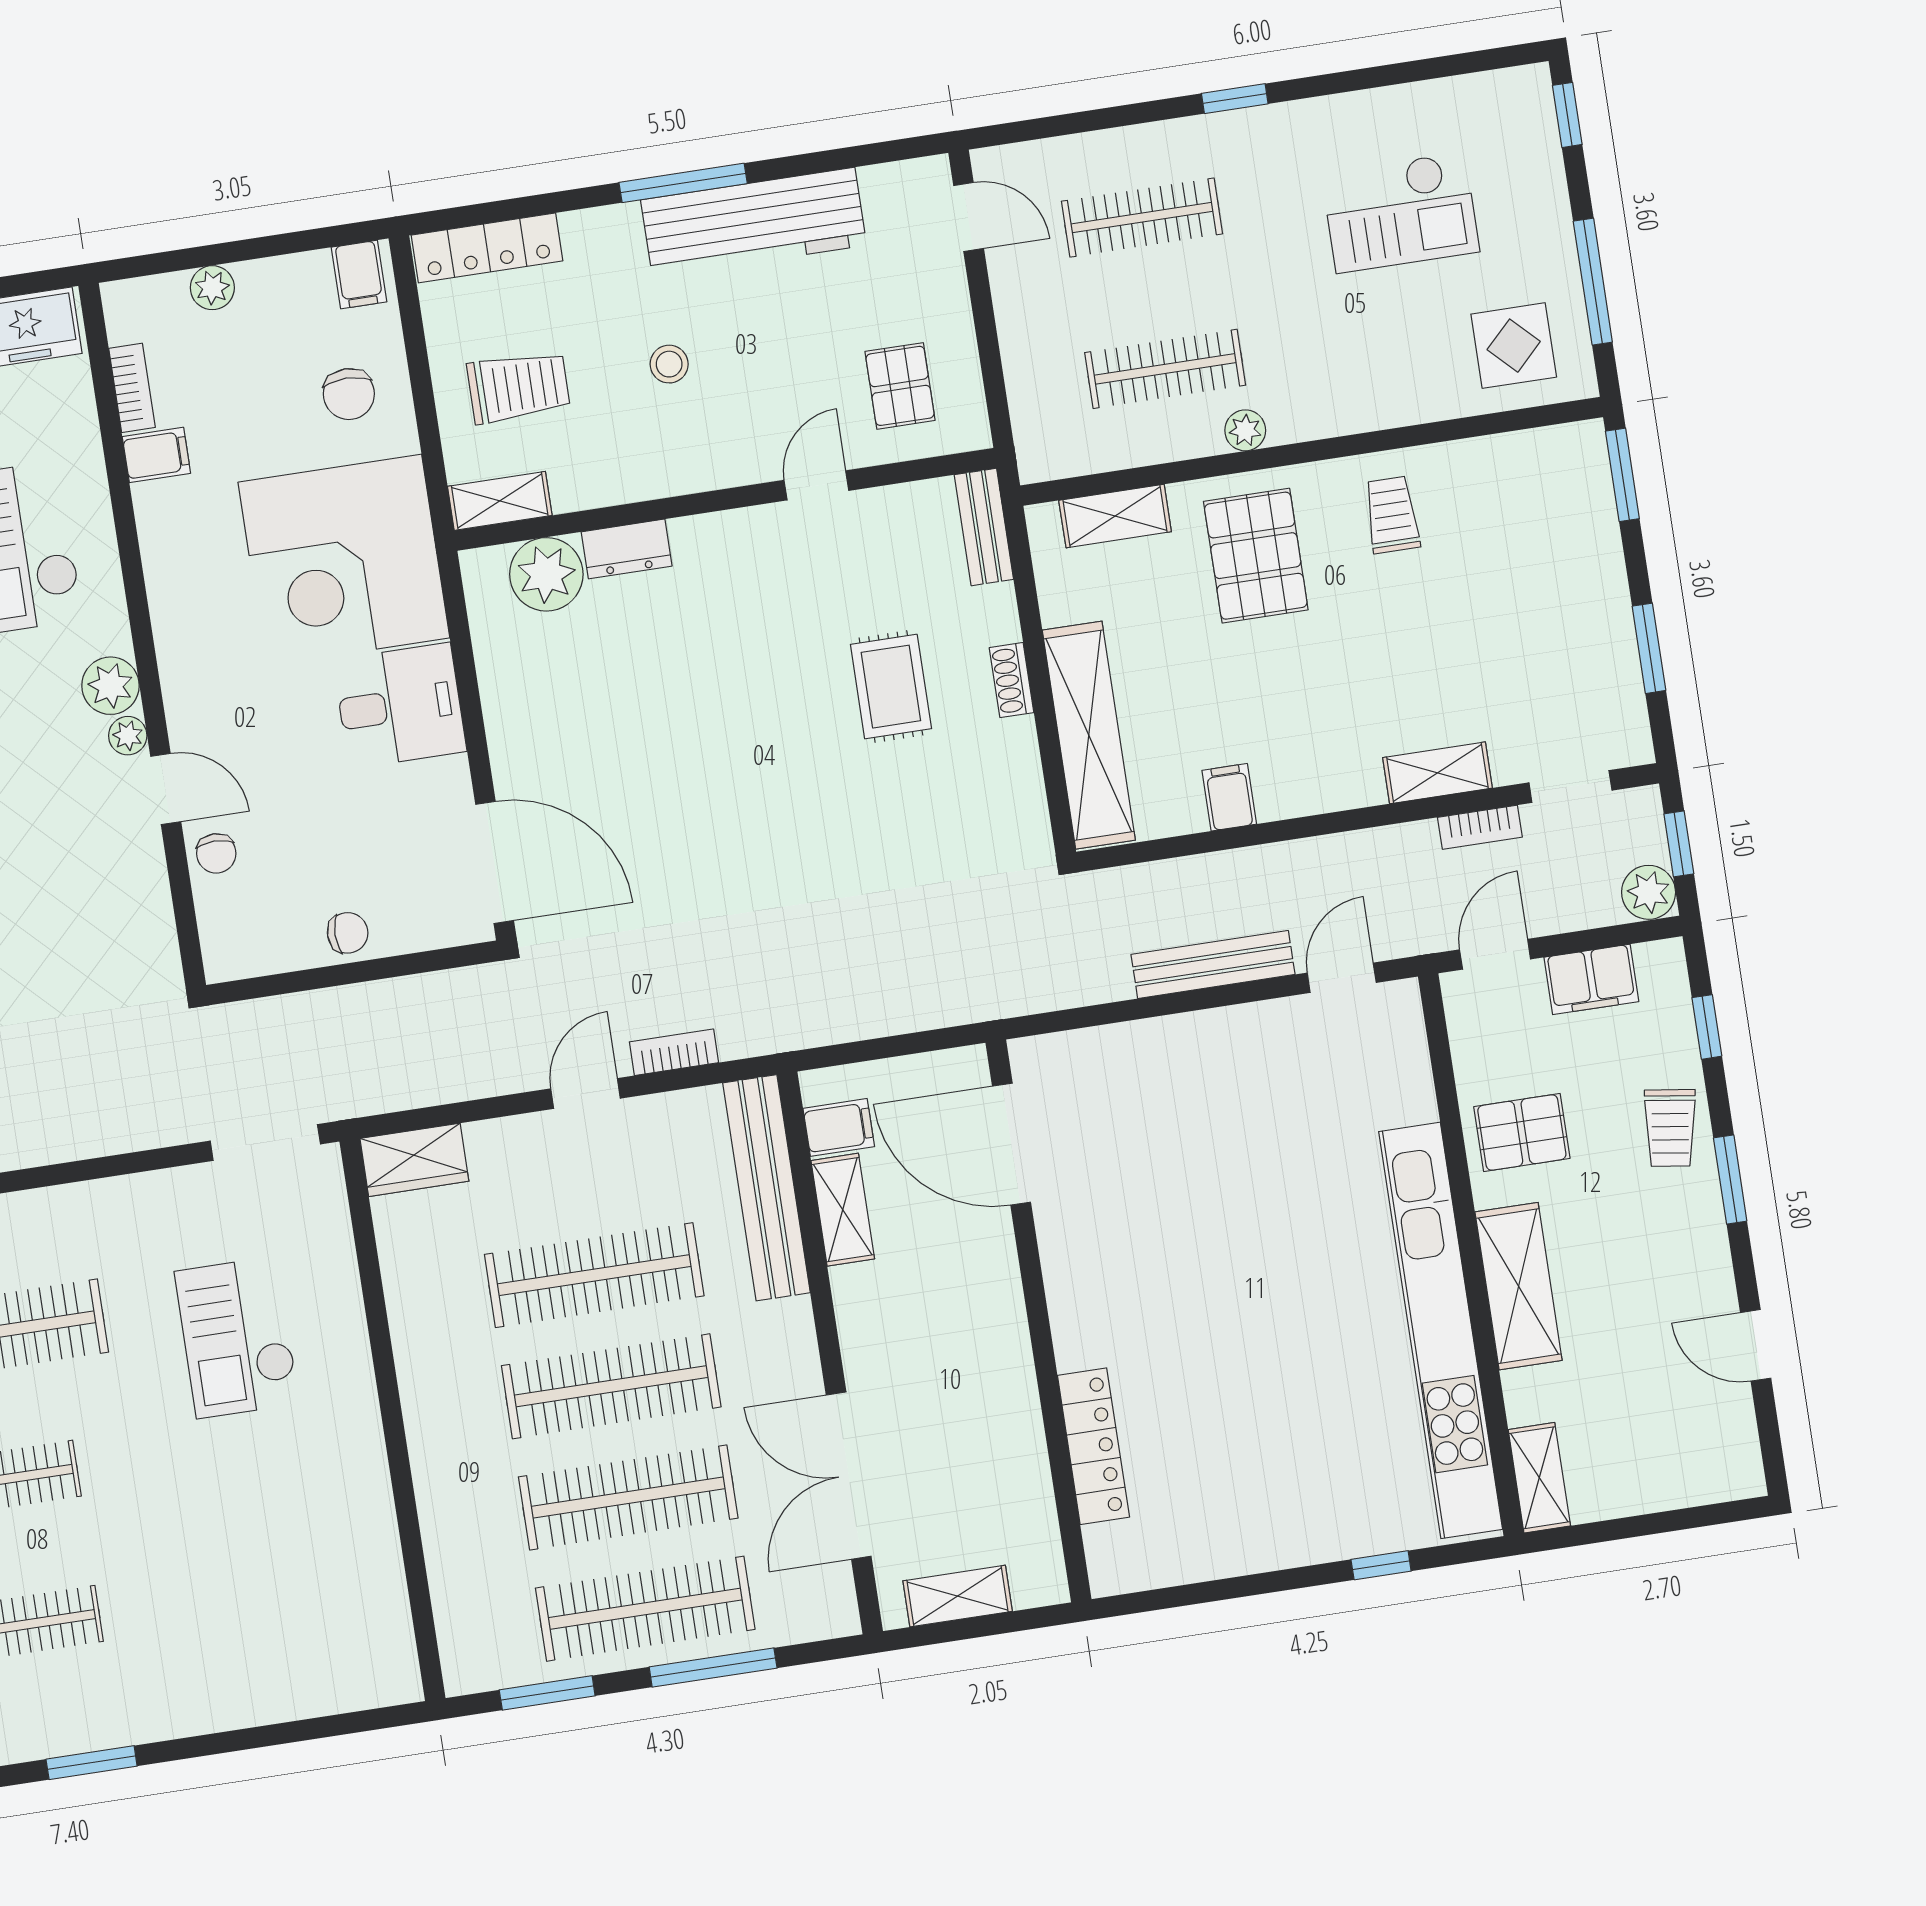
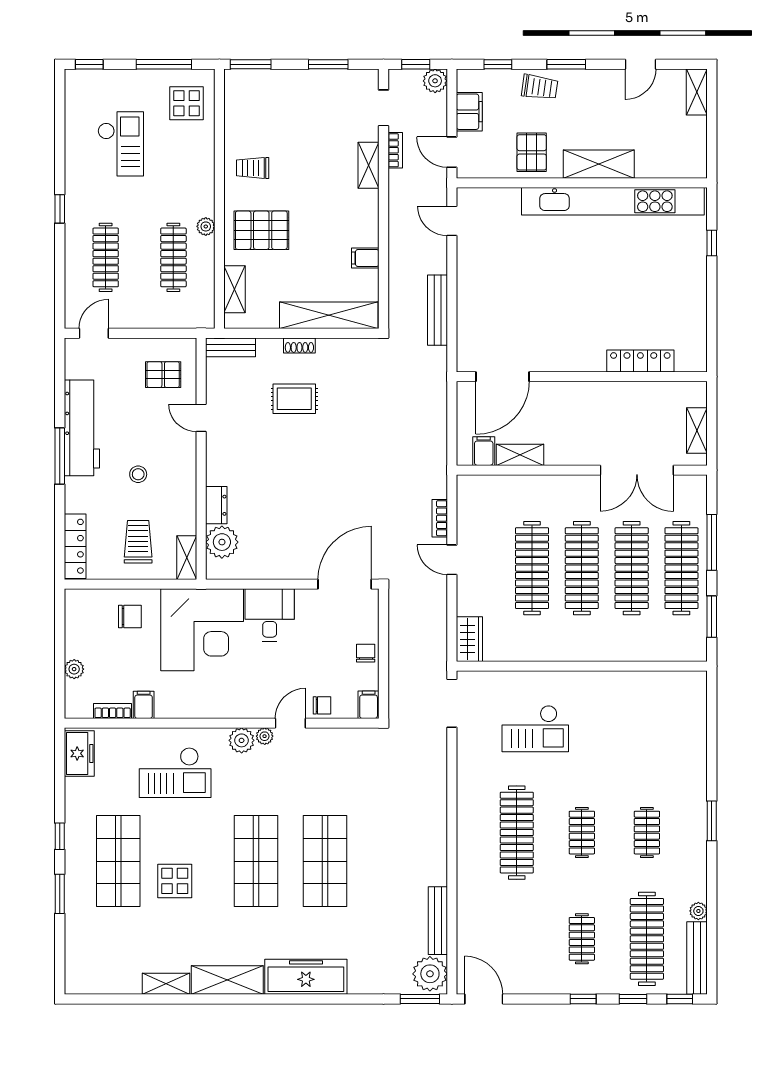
filing cabinet: (359, 275) -> (369, 705), moved, turned -90
bench: (1213, 964) -> (437, 310), moved
bench: (767, 1188) -> (505, 487), removed
shelving: (1539, 1478) -> (697, 92), moved, turned 90

